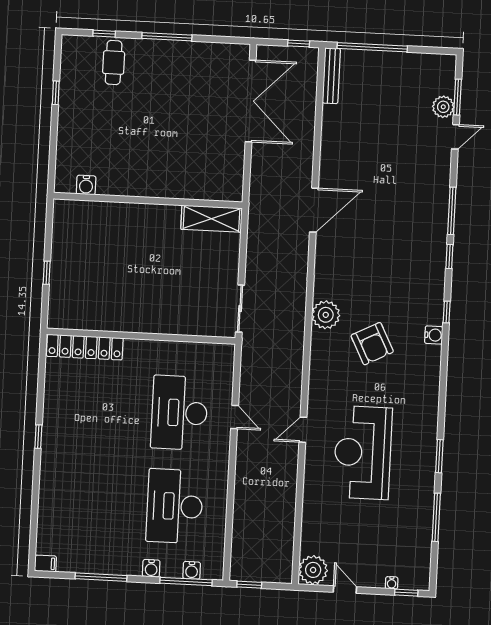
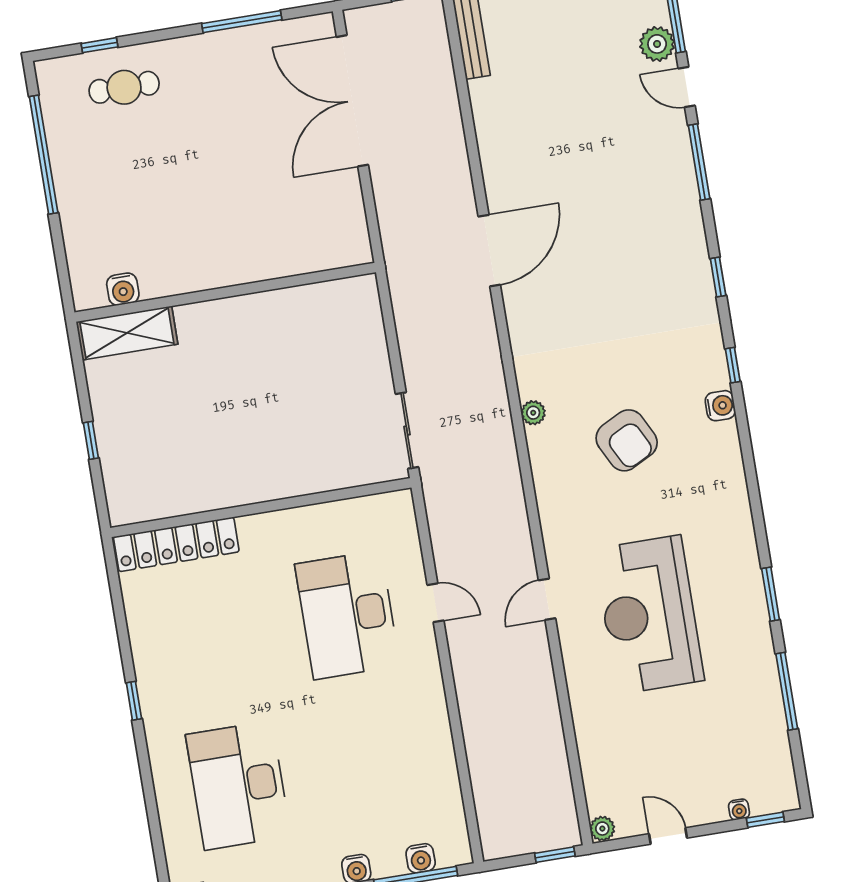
window: (167, 37) -> (242, 22), moved
cafe table: (114, 63) -> (124, 87), turned 90
window: (56, 93) -> (44, 155), width x3.17
double door: (251, 101) -> (352, 101), swing flipped
door: (455, 137) -> (687, 87), swing flipped
window: (452, 211) -> (699, 162), moved
shelving: (212, 219) -> (127, 333), moved
plant: (326, 315) -> (533, 413), width x0.53, depth x0.53
desk: (175, 506) -> (238, 785), moved
plant: (313, 570) -> (602, 829), width x0.53, depth x0.53
window: (249, 585) -> (555, 855), moved

